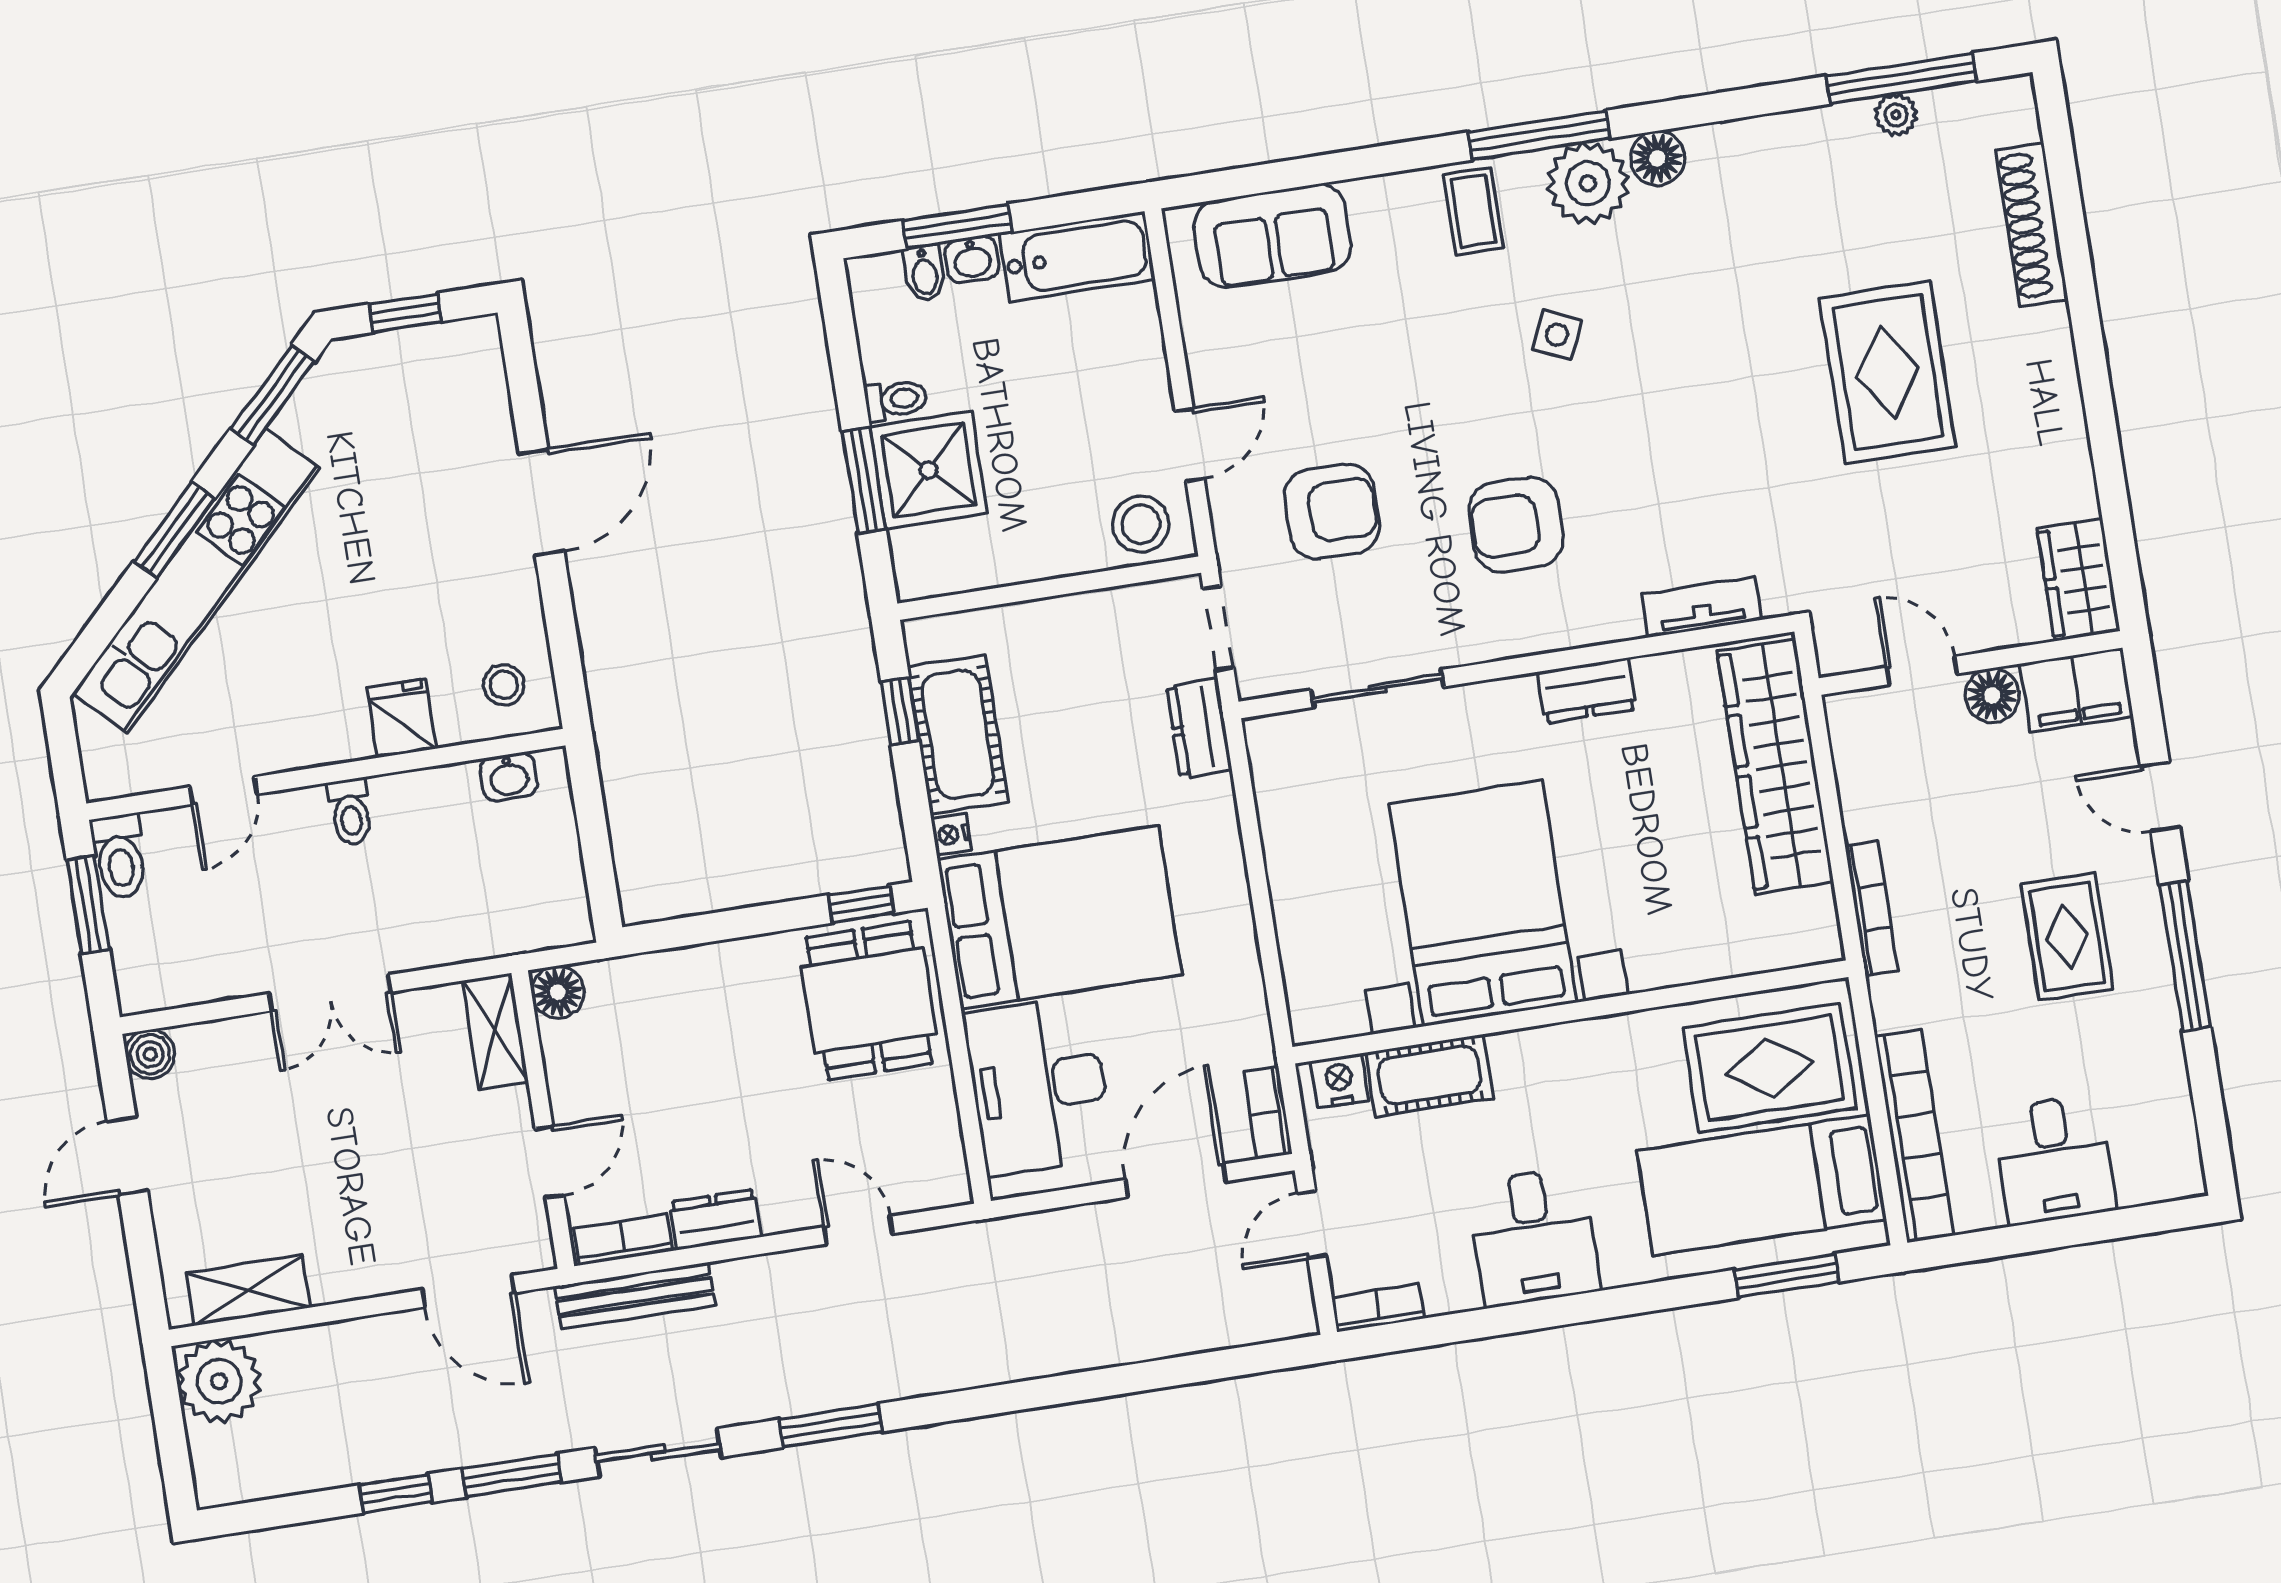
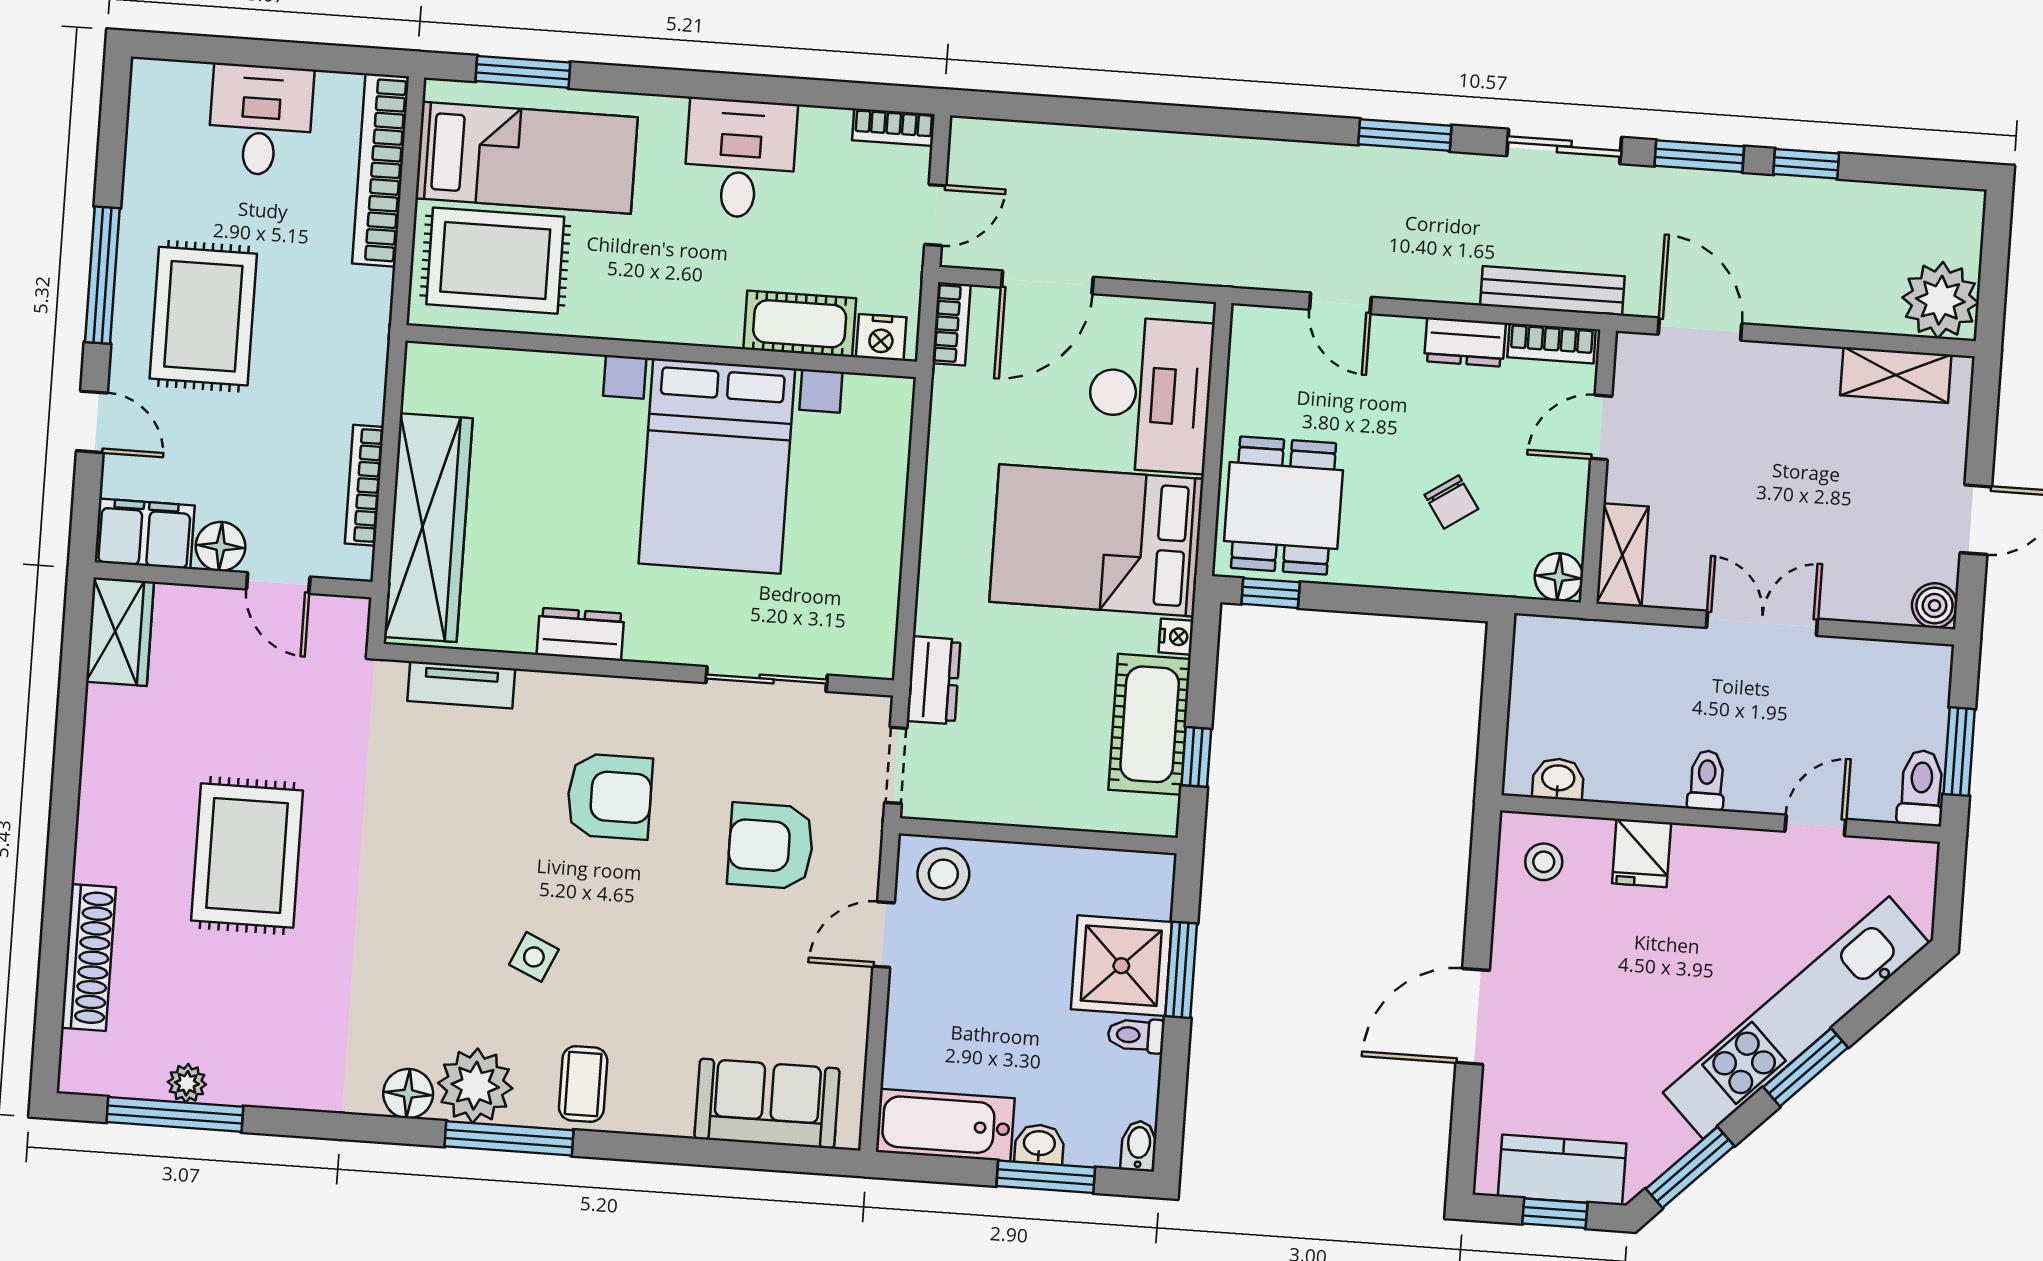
bidet: (924, 273) -> (1139, 1146), moved
kitchen counter: (408, 361) -> (1562, 1170), added
bookcase: (1872, 908) -> (364, 485), moved
rug: (2067, 937) -> (203, 316), width x1.36, depth x1.43
chair: (691, 1046) -> (1451, 502), added

